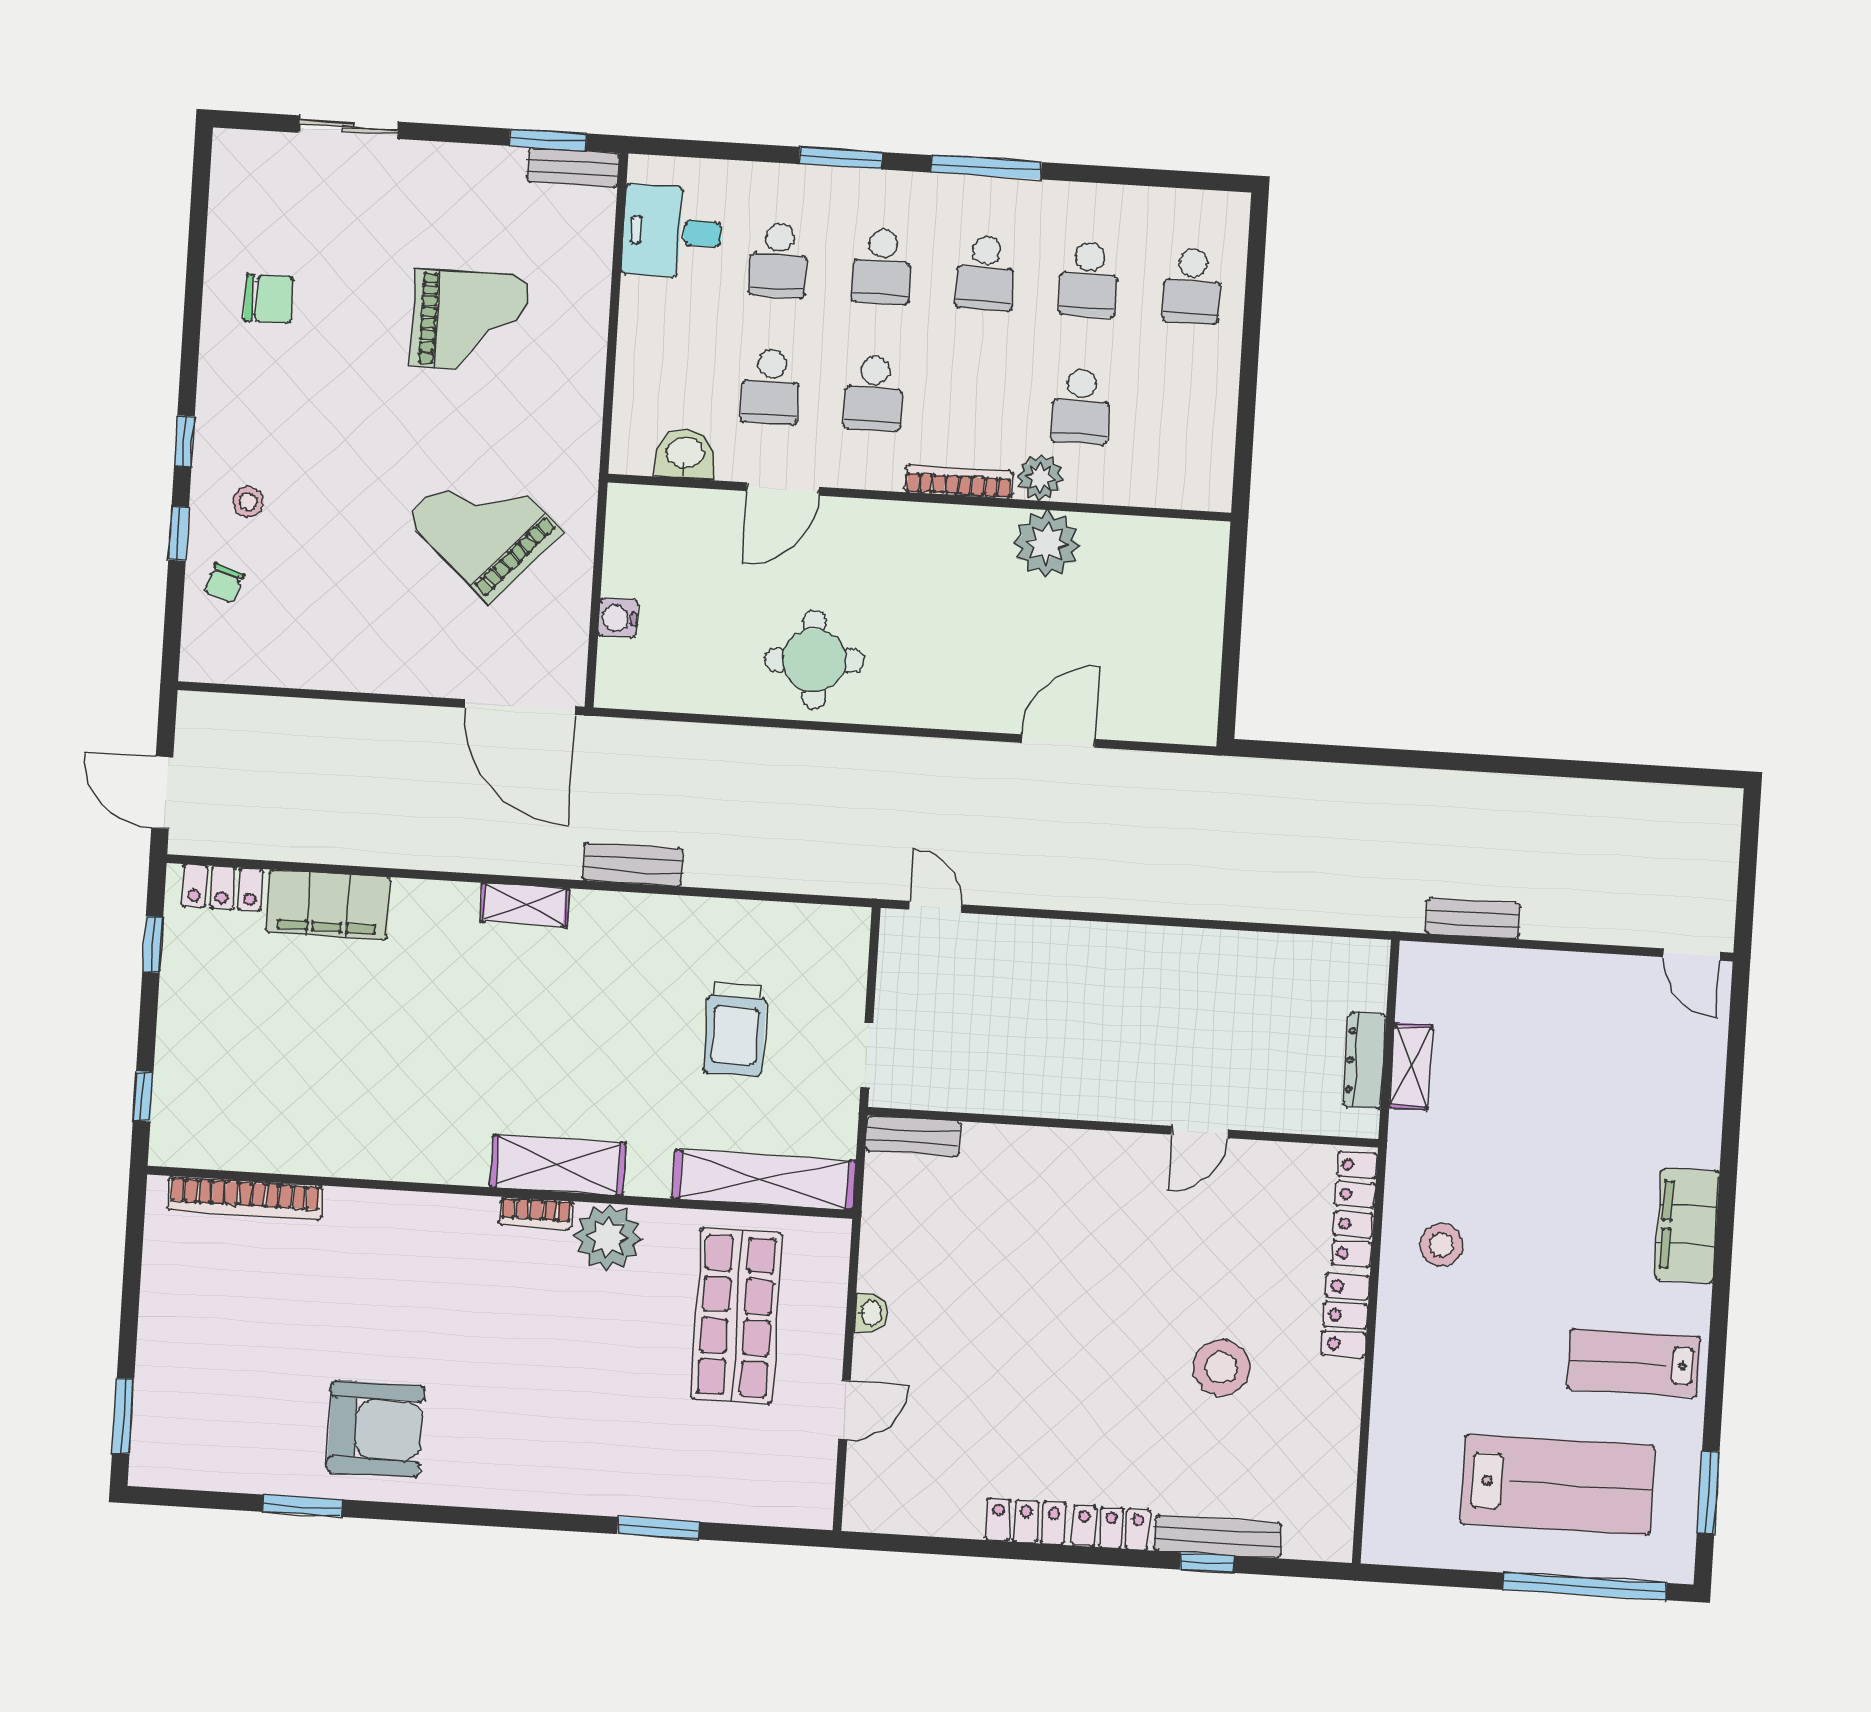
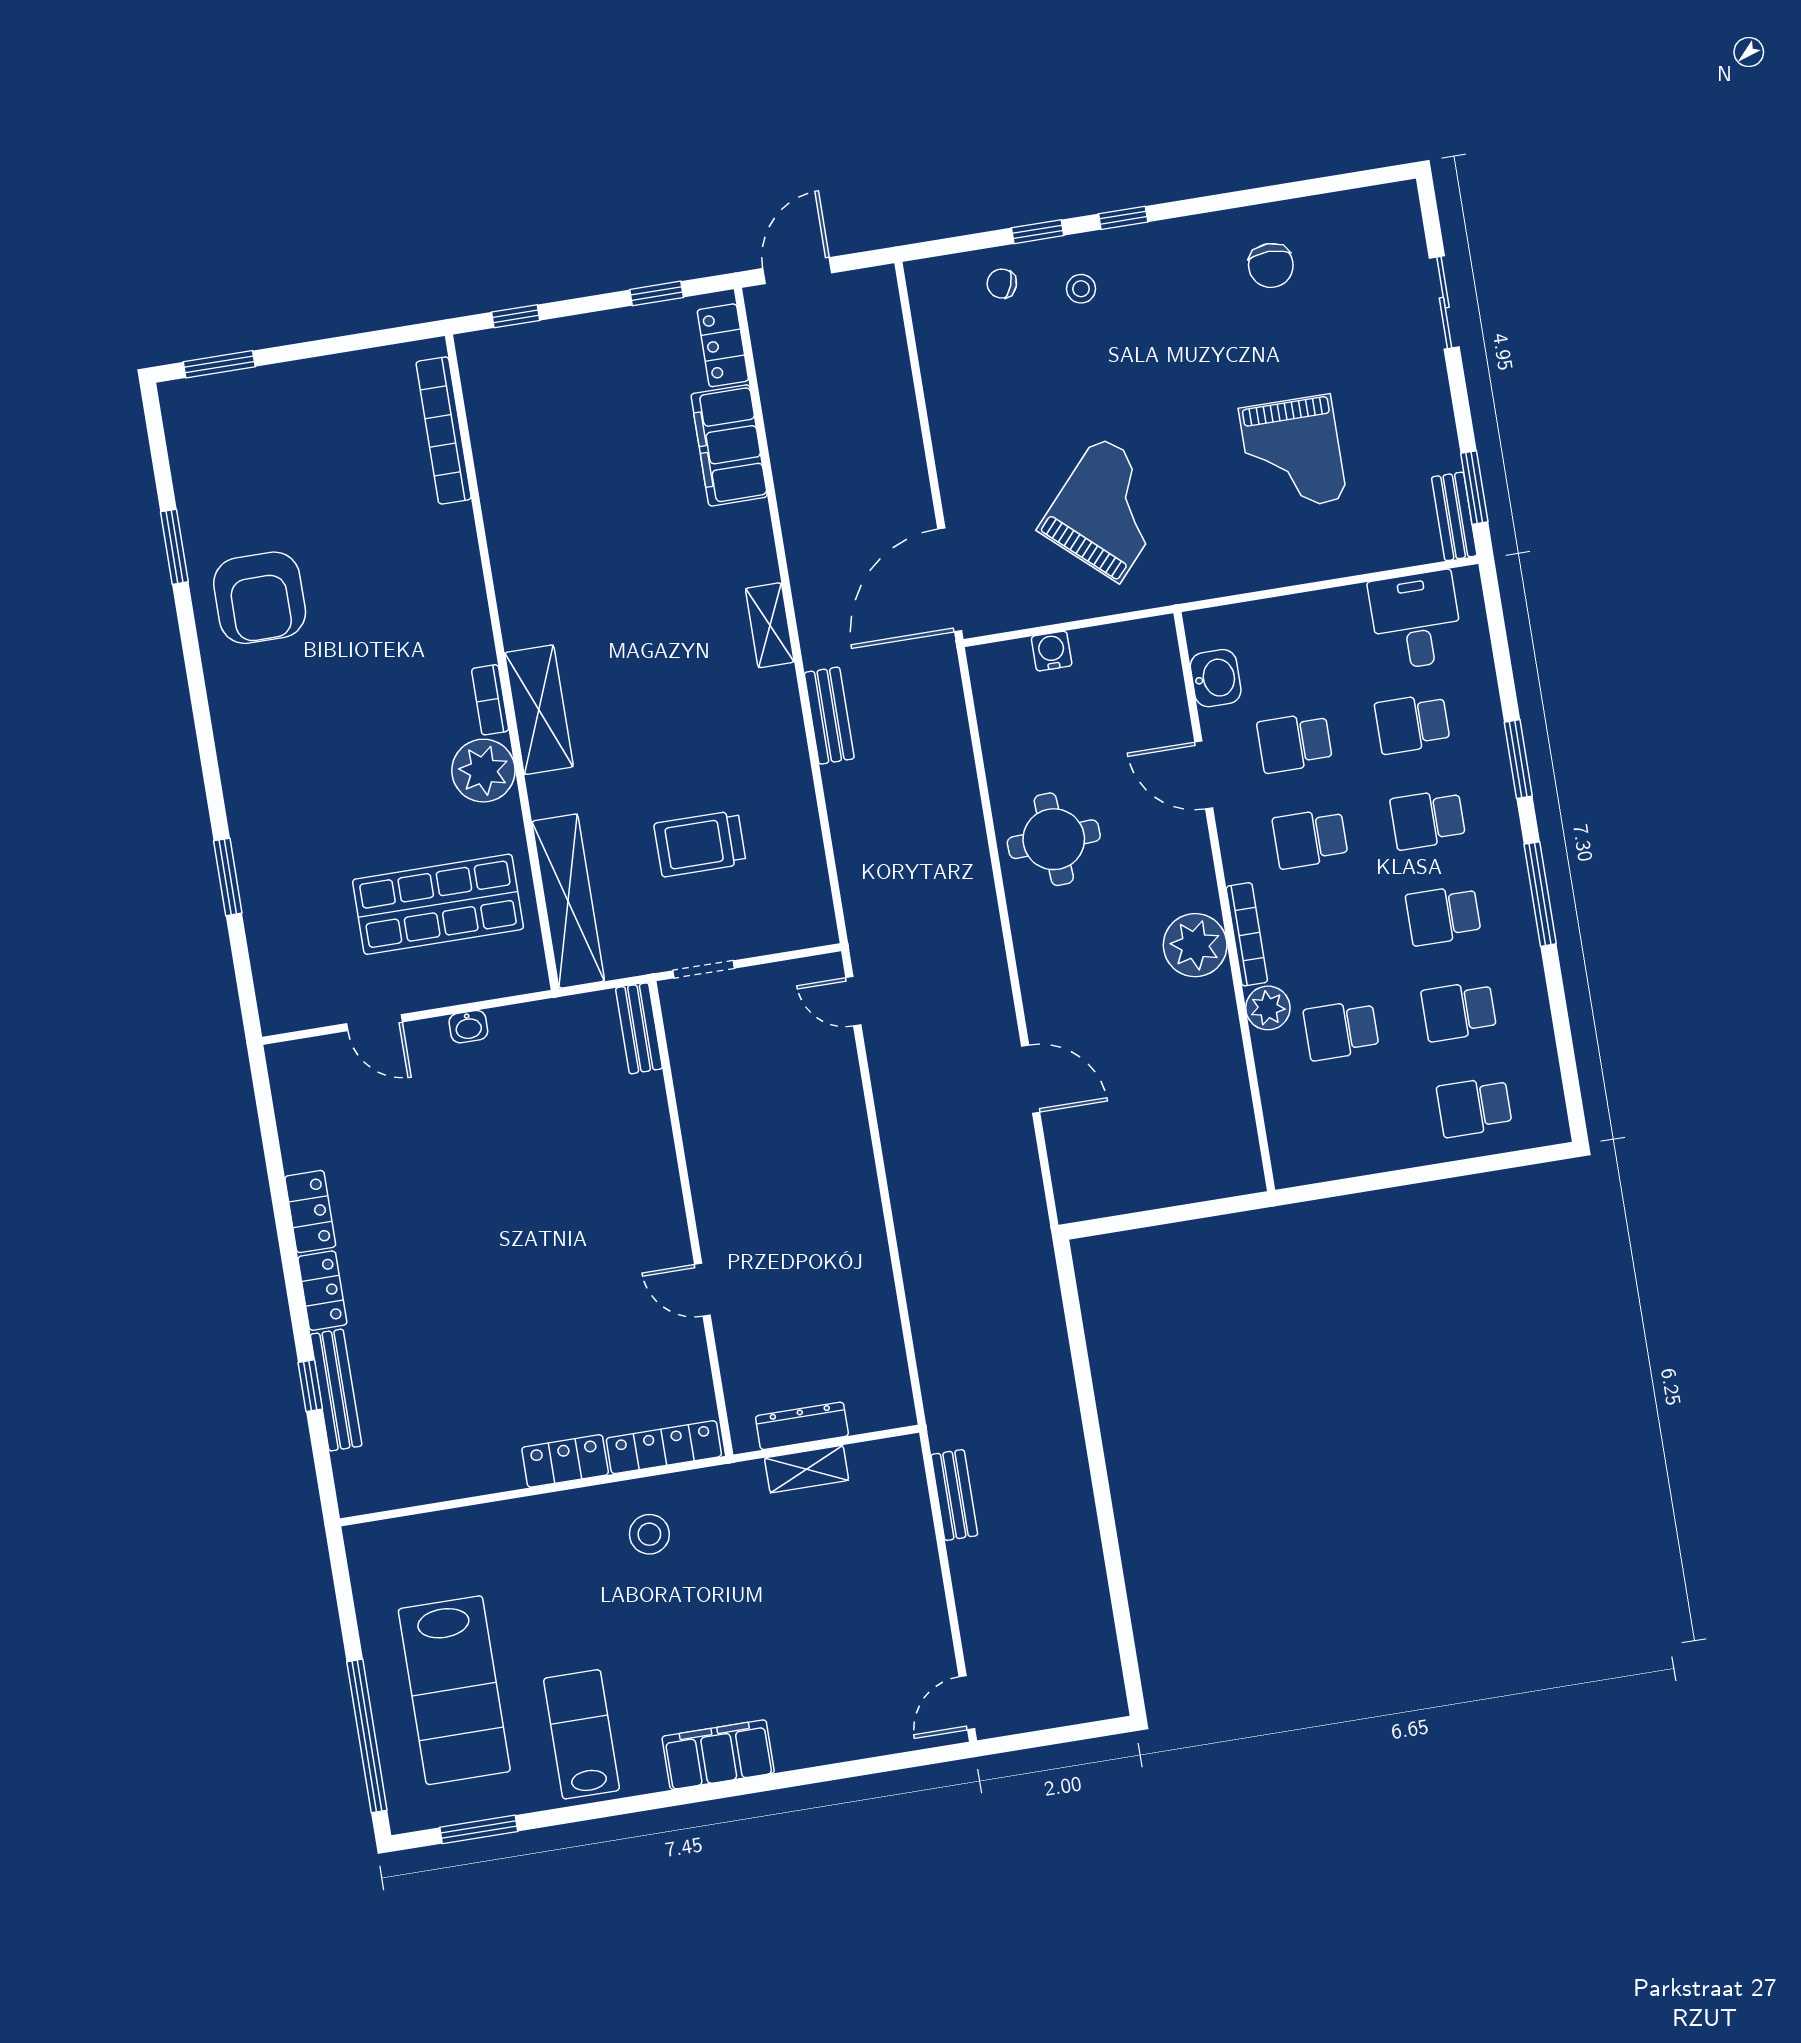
plant: (1047, 544) -> (1195, 945), moved
door: (935, 907) -> (853, 1001), swing flipped
stool: (1221, 1368) -> (492, 1358), removed

